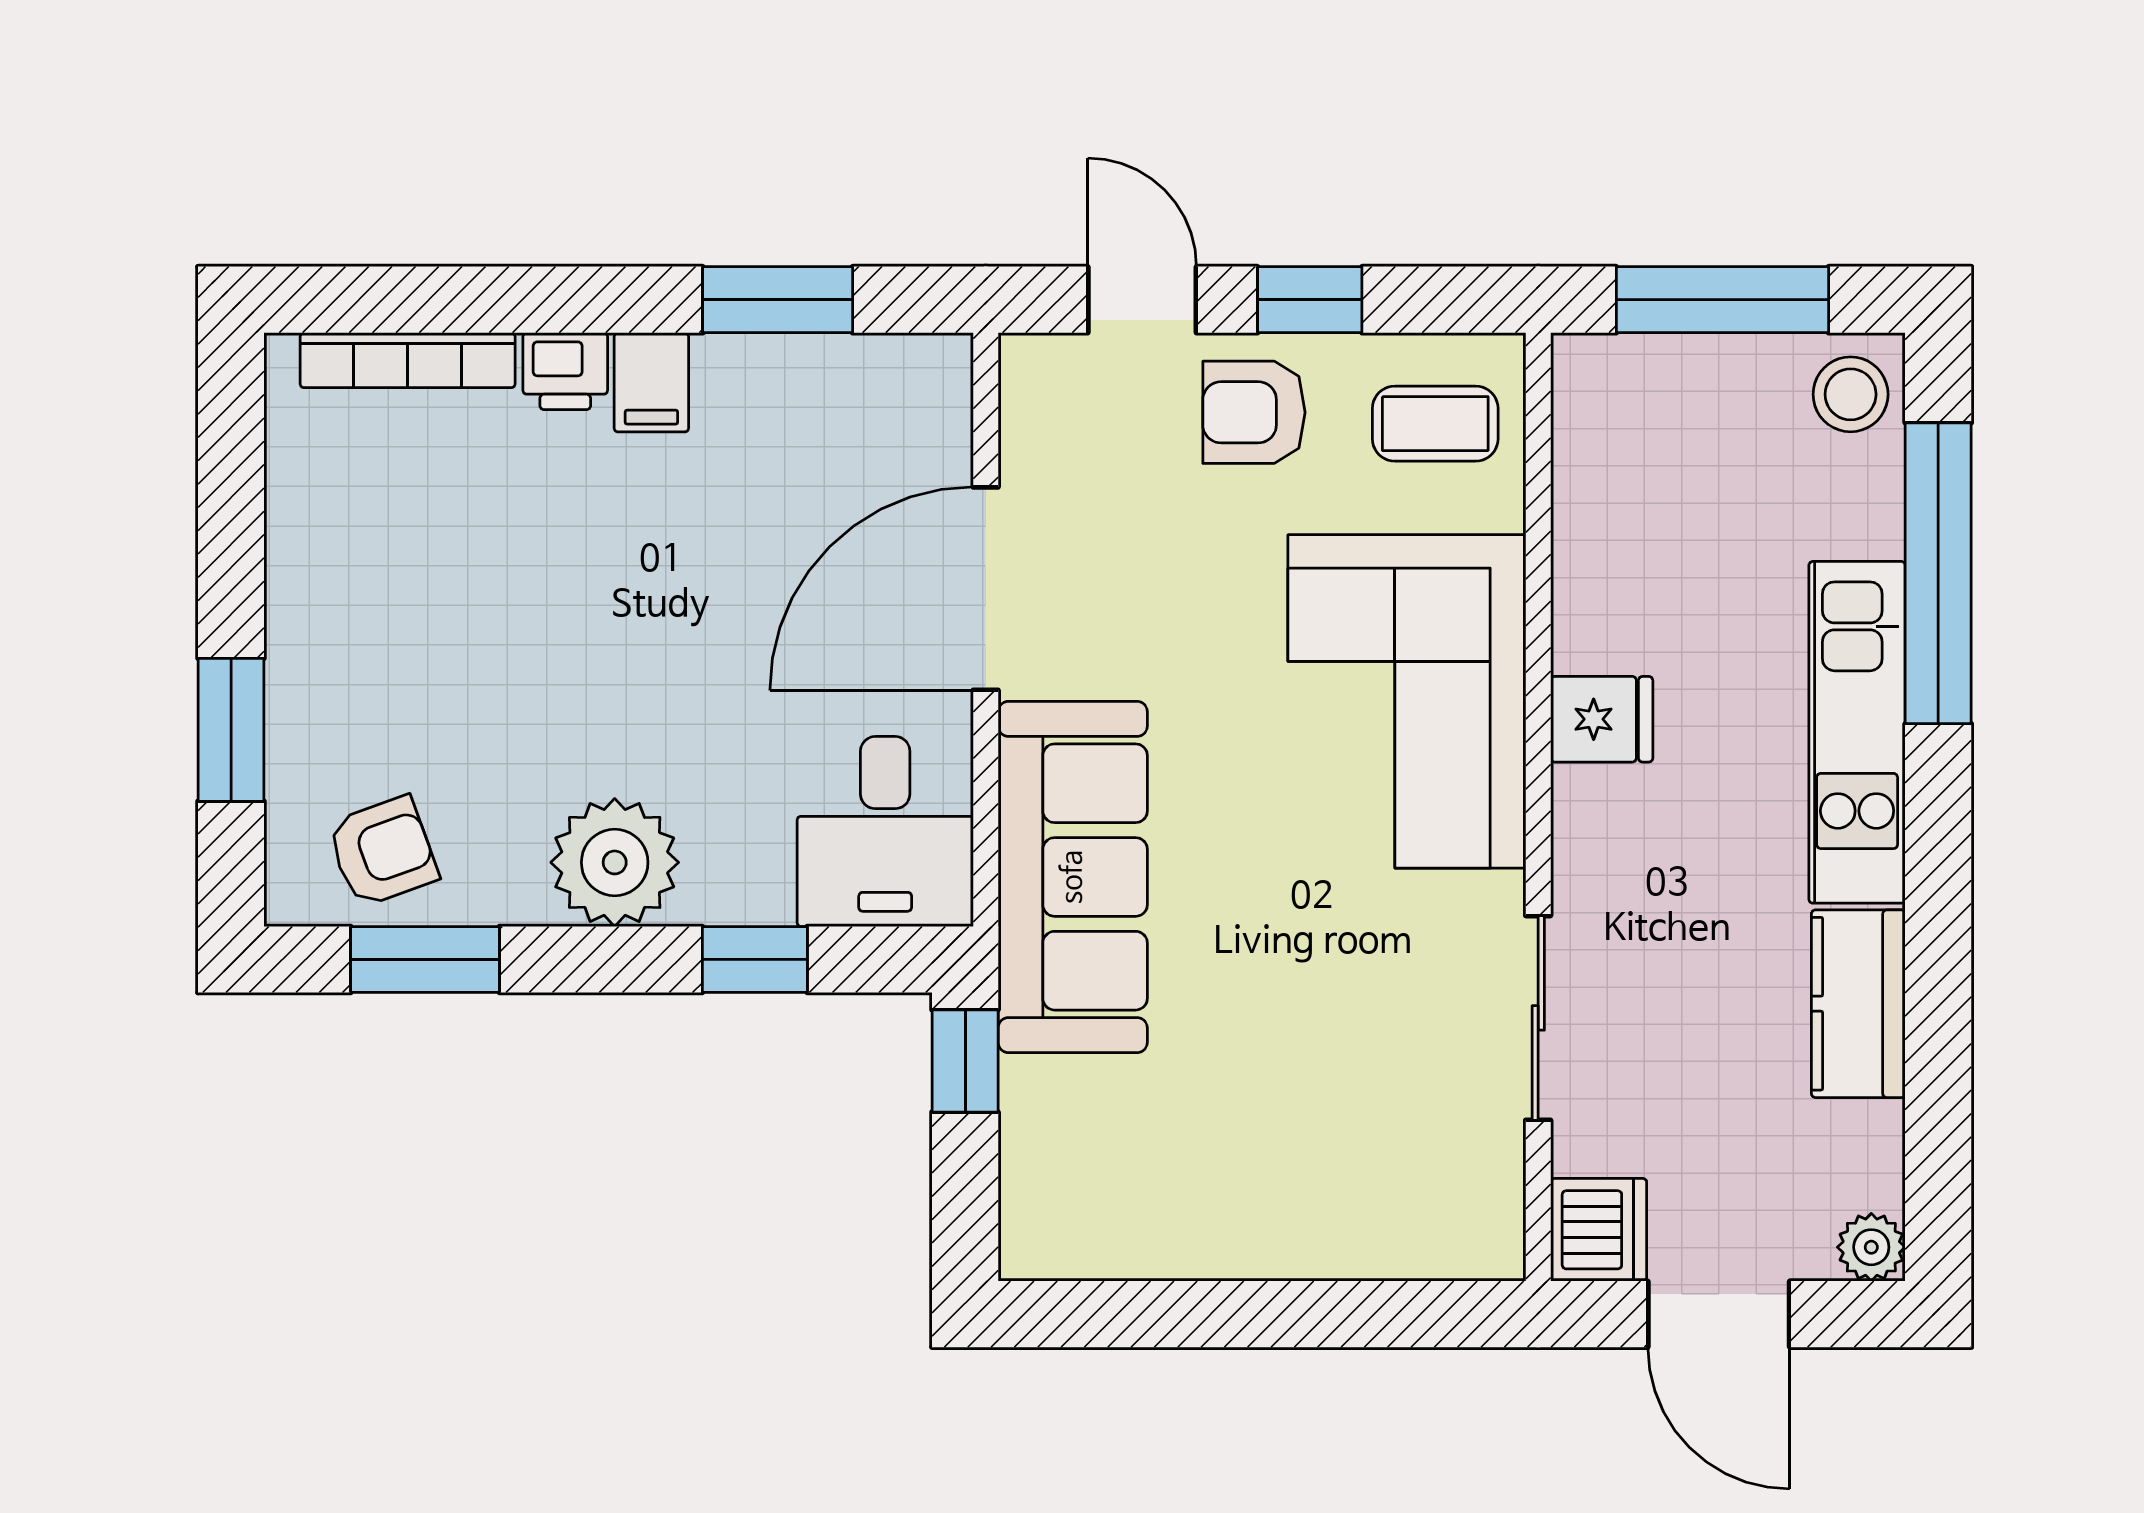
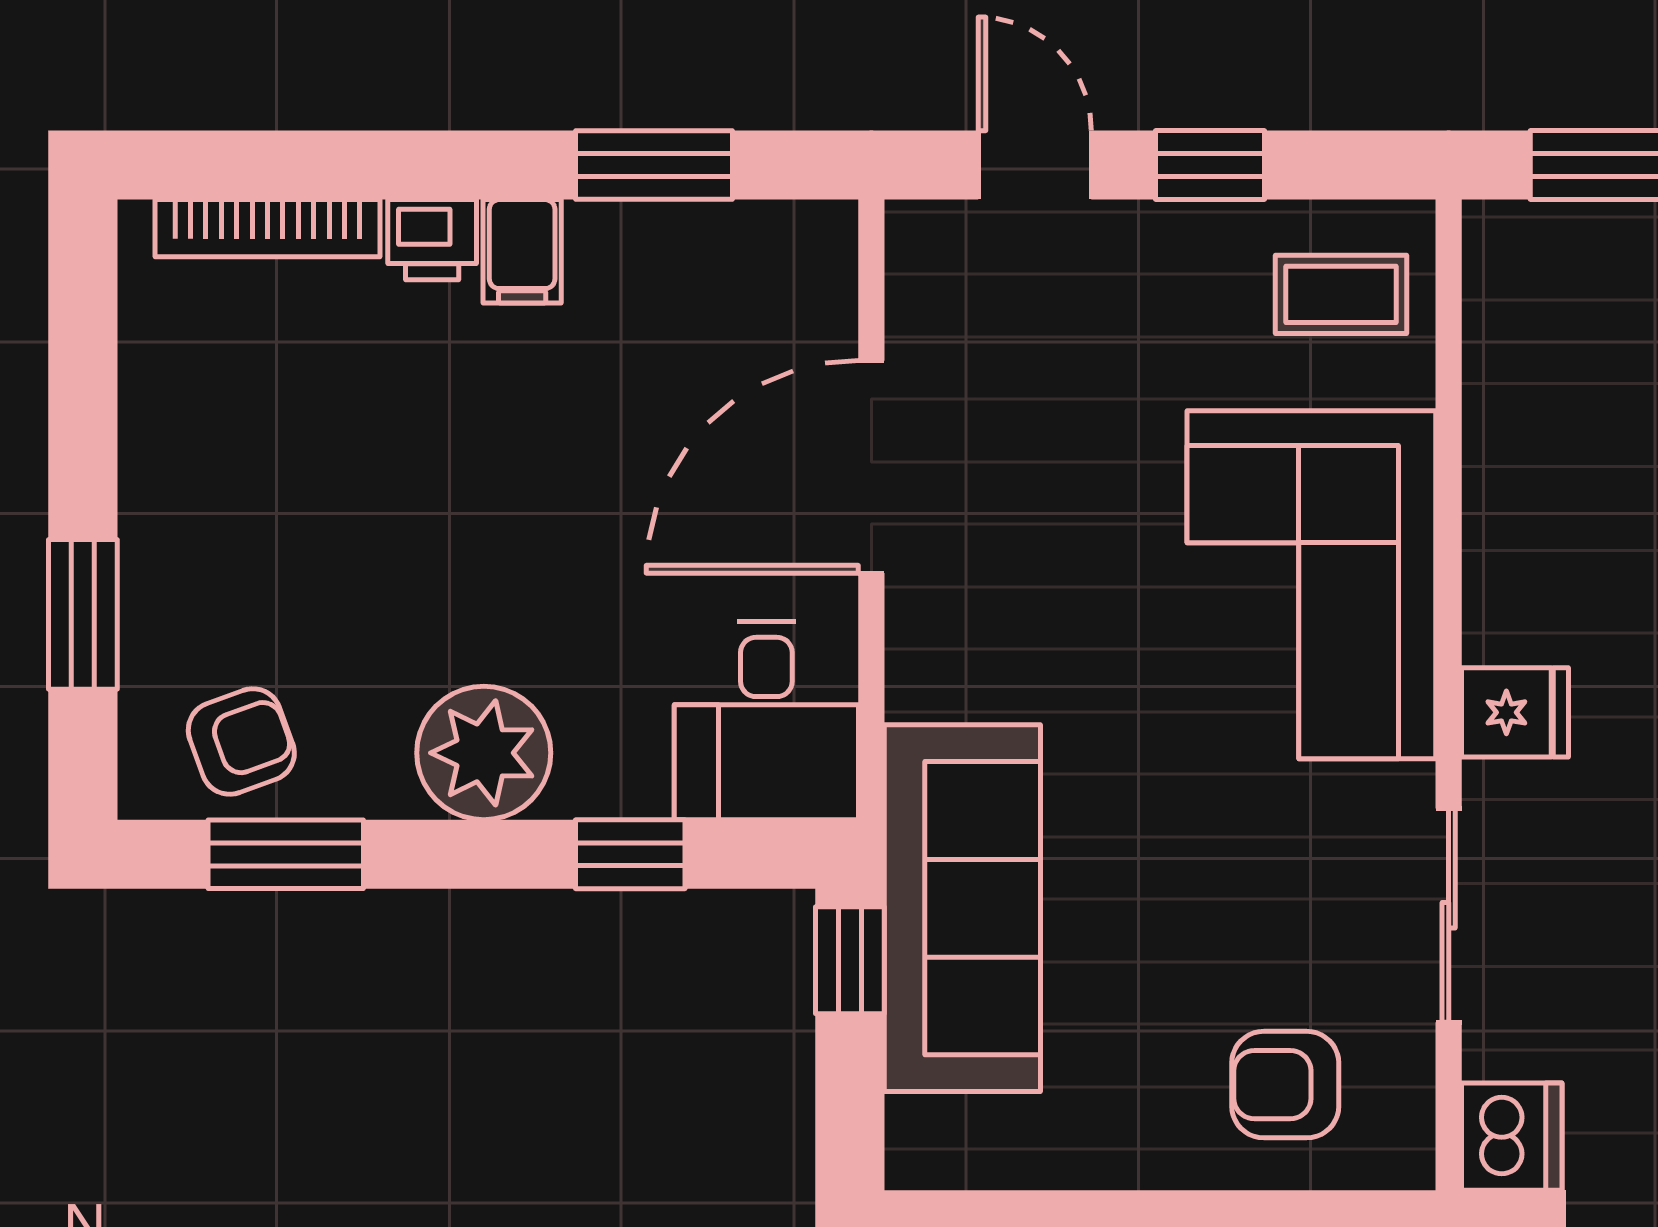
armchair: (1254, 412) -> (1285, 1085), moved
fridge: (1602, 719) -> (1515, 712), moved
sofa: (1073, 877) -> (962, 908), moved

